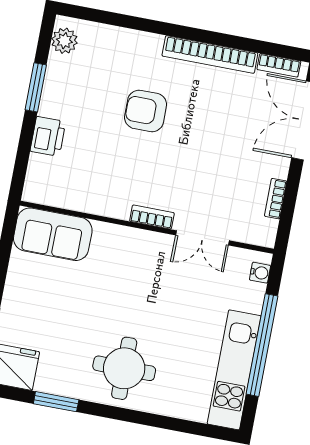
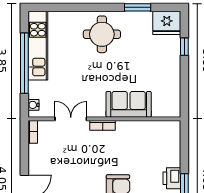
printer: (48, 136) -> (172, 178), moved
bookcase: (276, 199) -> (33, 132), moved
sofa: (53, 234) -> (129, 104), moved

